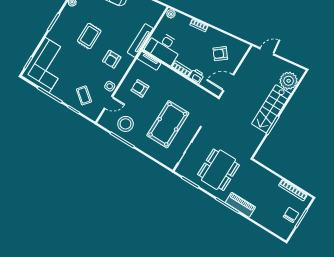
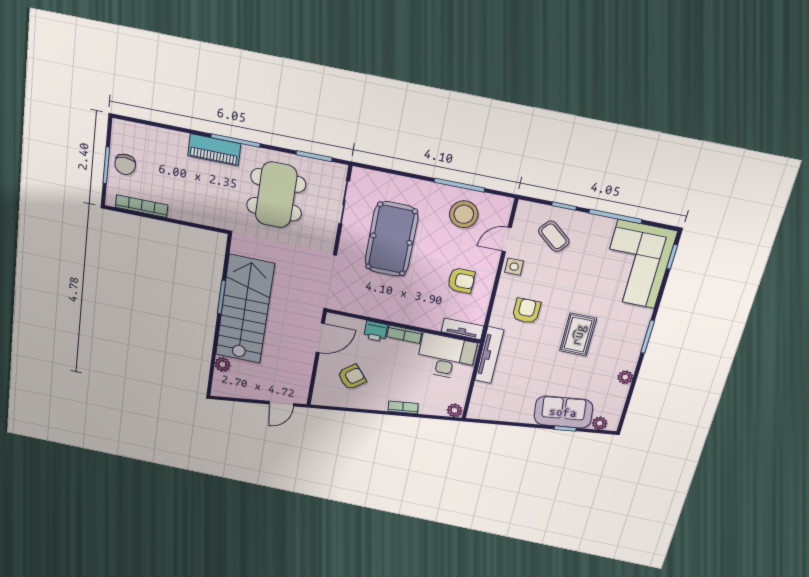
plant: (289, 81) -> (222, 364), width x0.53, depth x0.53
stairs: (271, 109) -> (245, 310), width x1.36, depth x1.51

